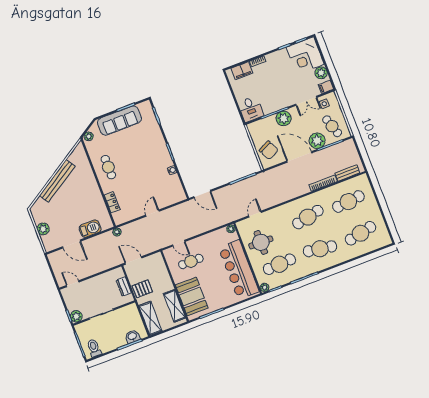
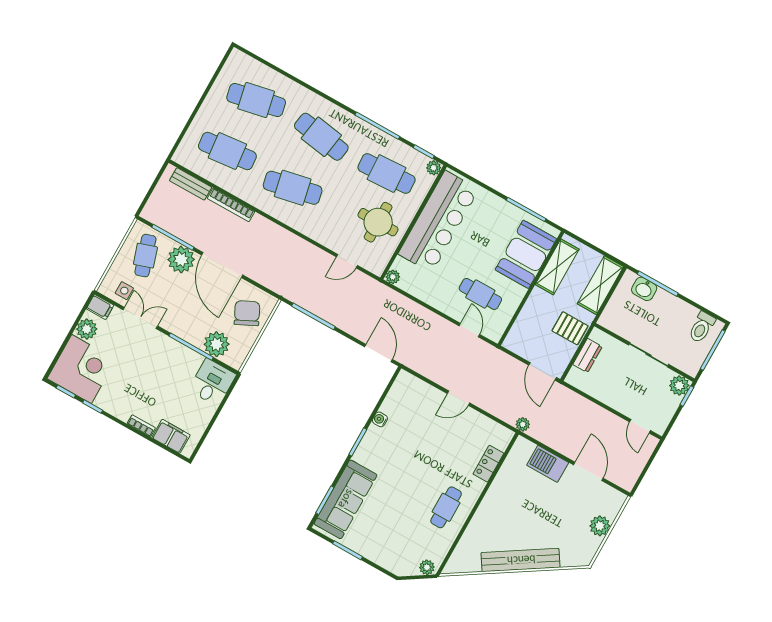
plant: (284, 118) -> (217, 344), moved
sofa: (119, 121) -> (346, 499), moved, turned 90

